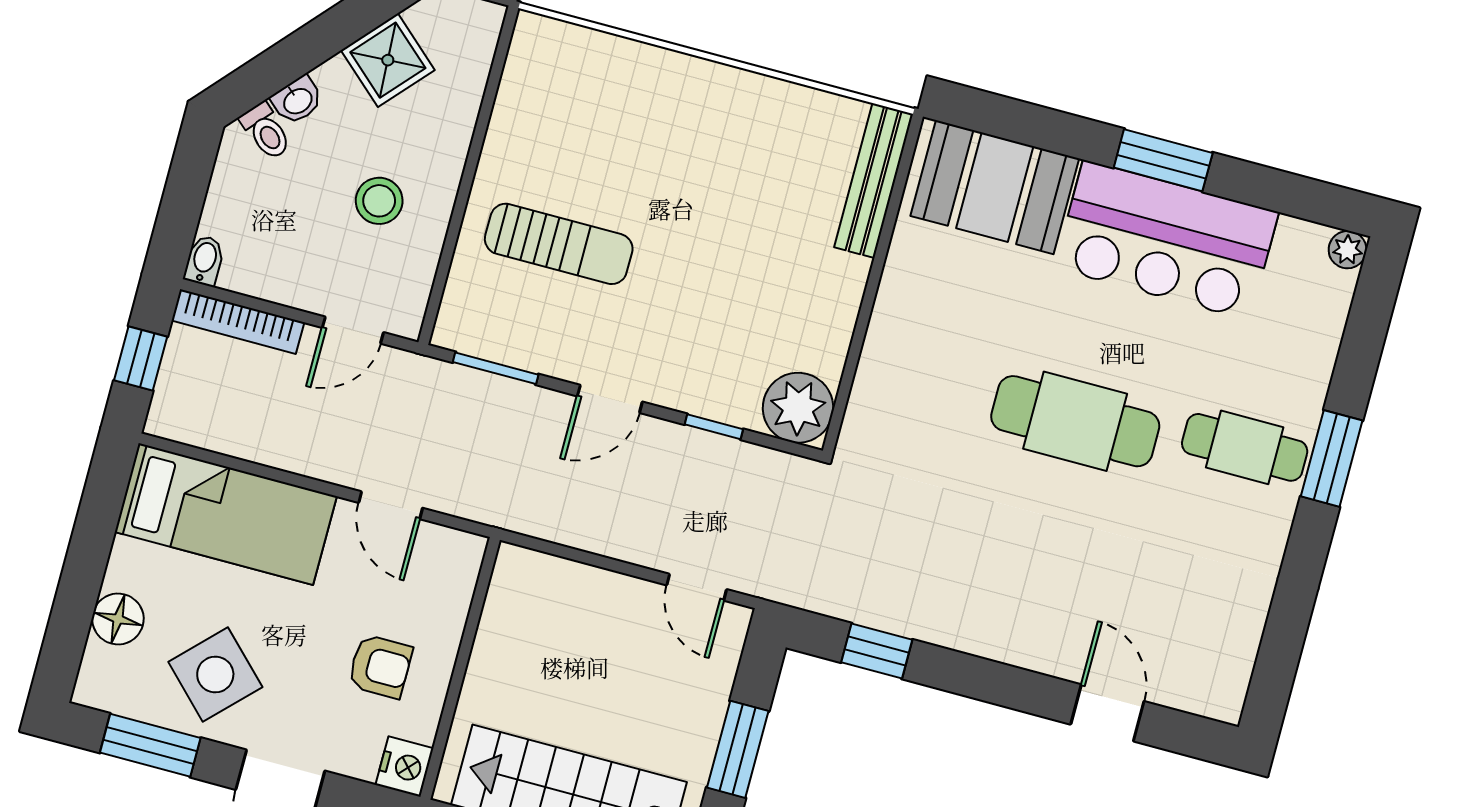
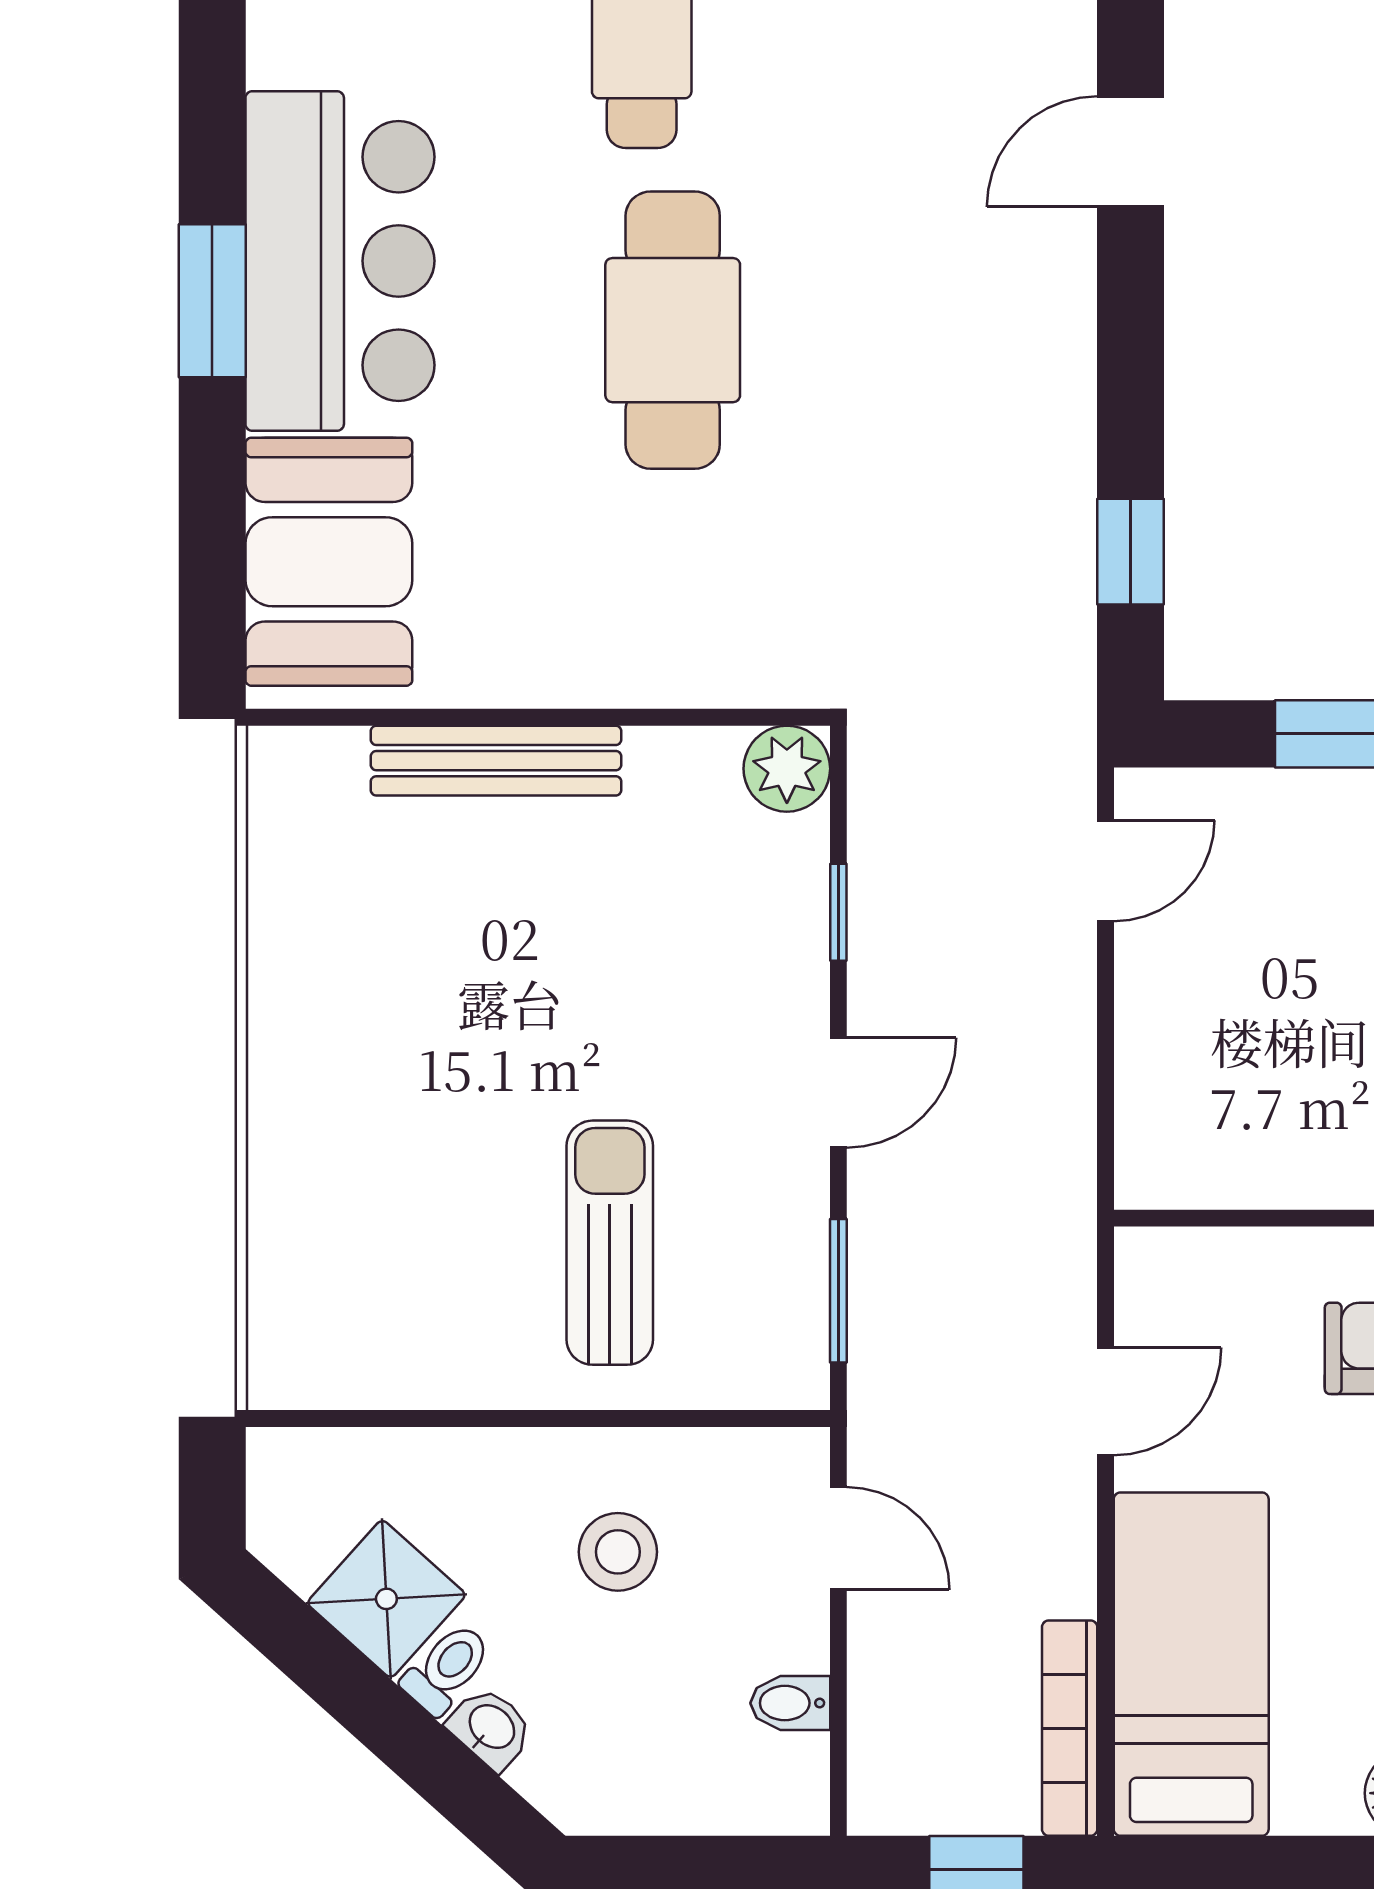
toilet: (266, 131) -> (447, 1669), moved
bench: (874, 181) -> (496, 761), moved
bidet: (204, 261) -> (790, 1703), moved
bookcase: (238, 321) -> (1070, 1728), moved, turned 180
door: (610, 399) -> (838, 1093), hinge flipped
plant: (798, 408) -> (787, 769), width x0.73, depth x0.73

